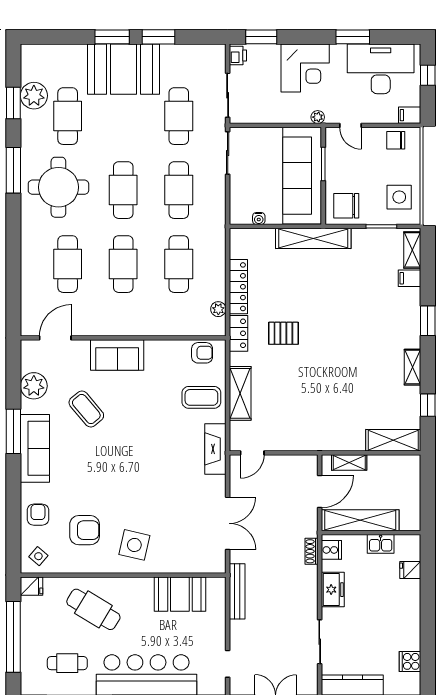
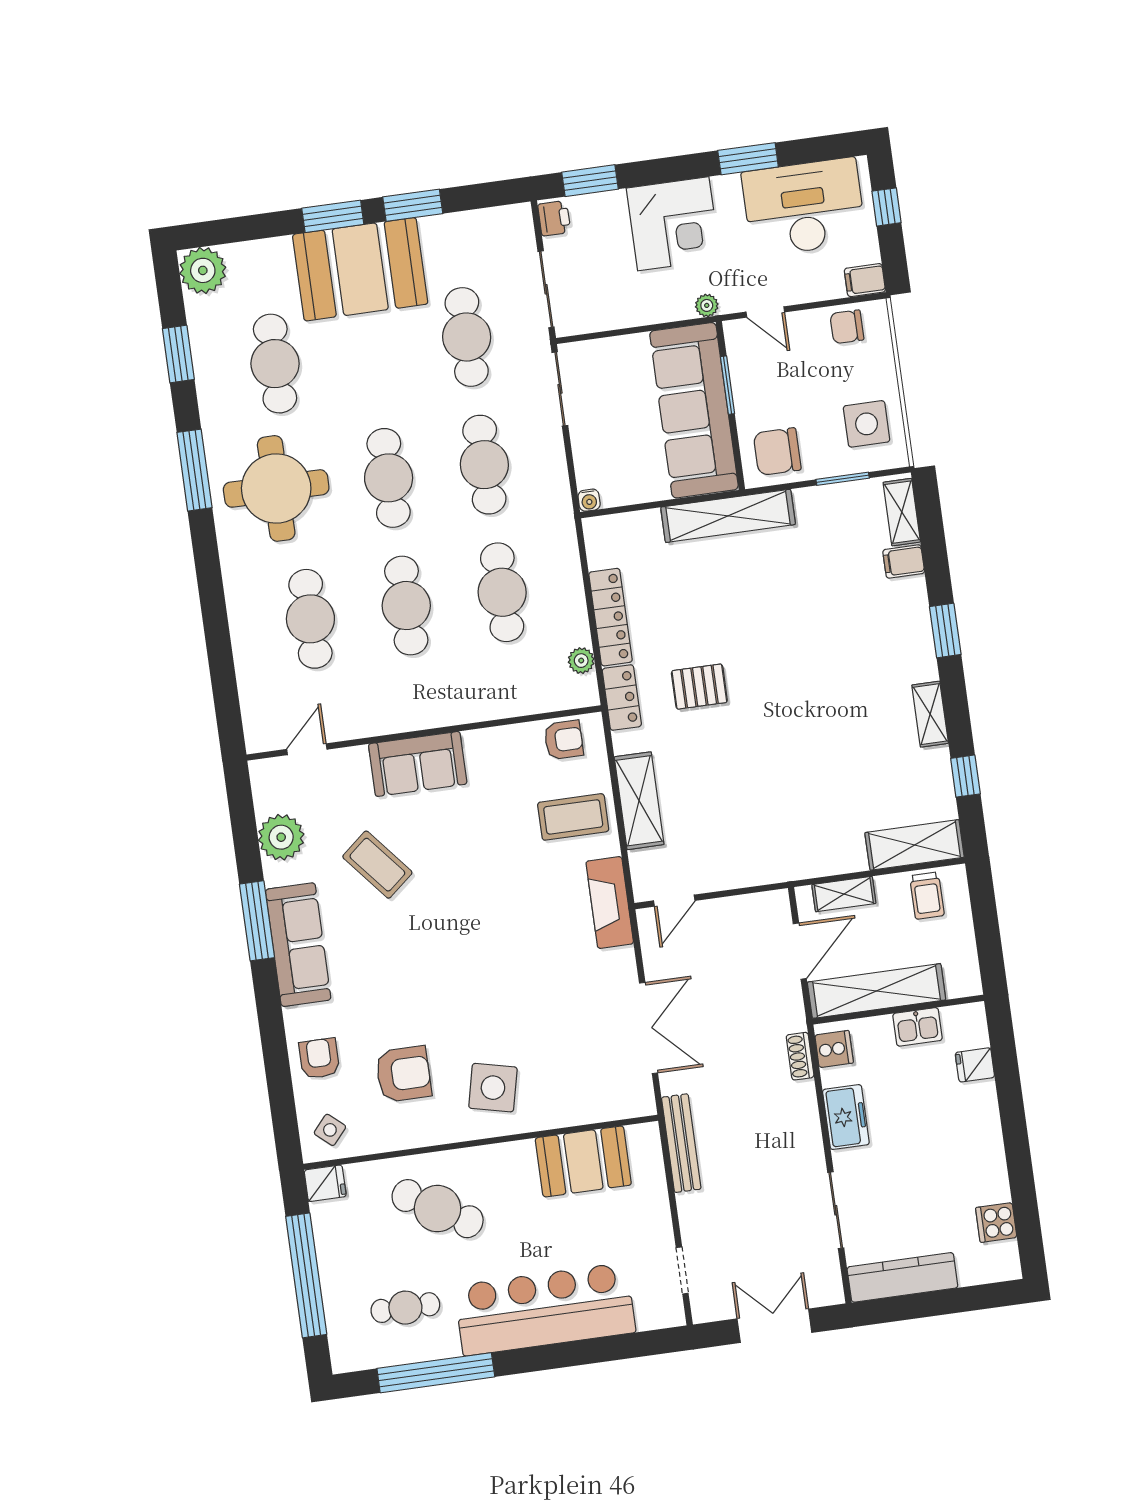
plant: (34, 96) -> (203, 270), moved
water cooler: (259, 219) -> (589, 500), moved
door: (55, 338) -> (307, 749), width x0.73
trolley: (396, 470) -> (927, 896), added

